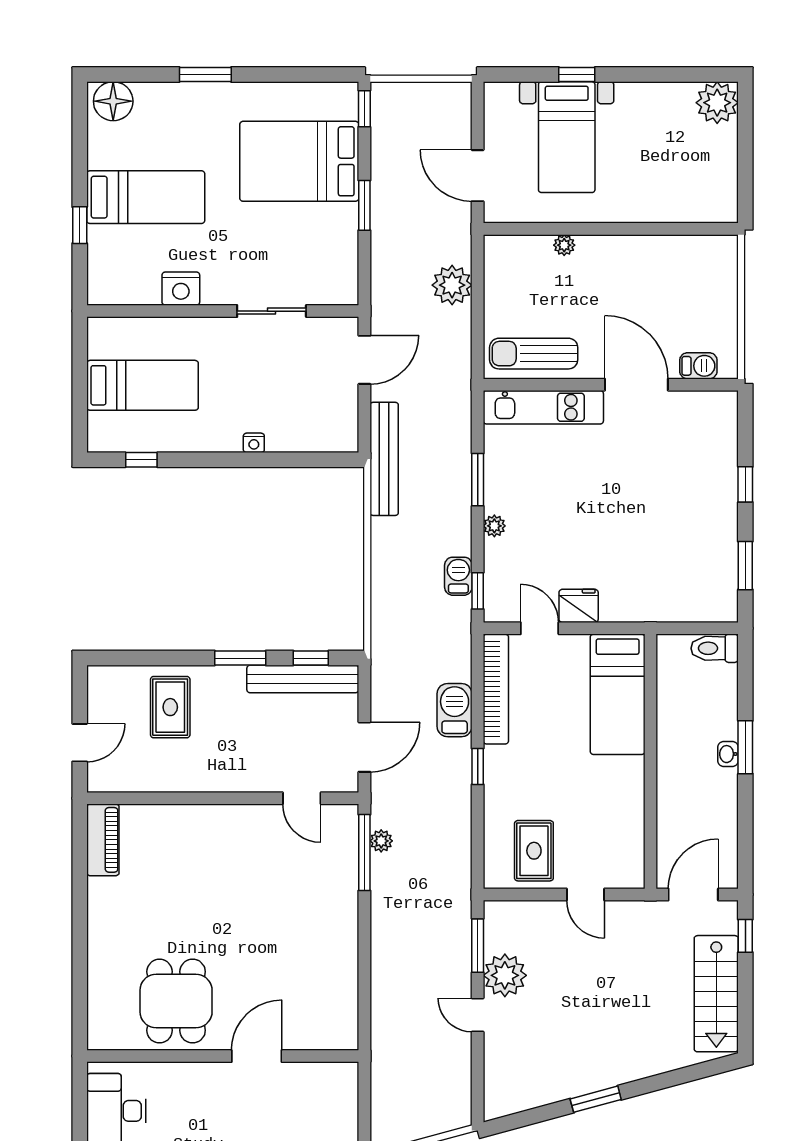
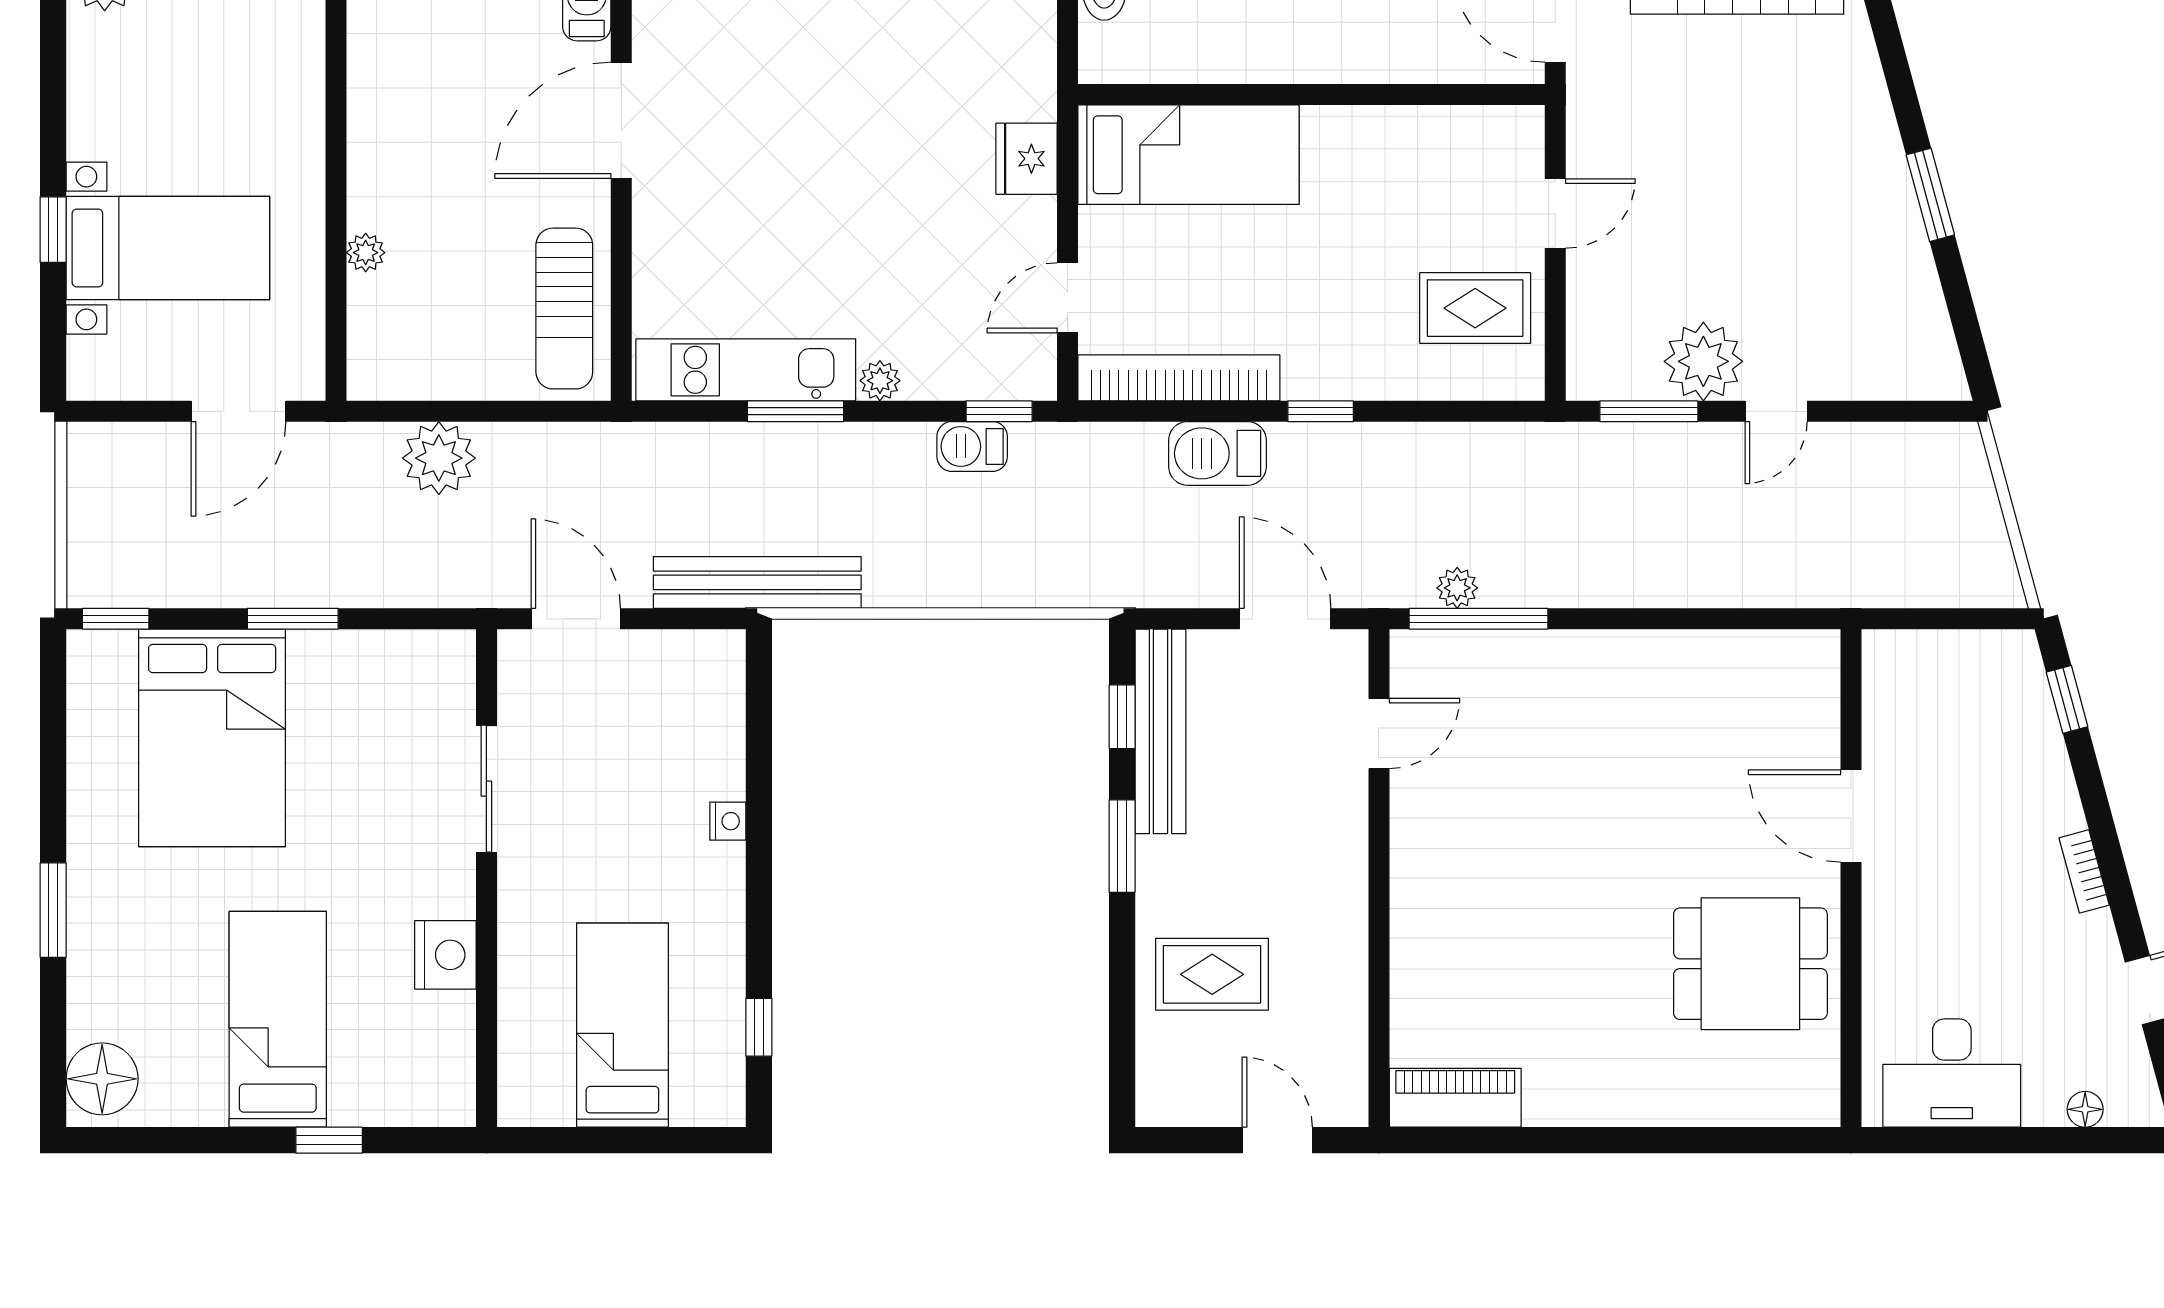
kitchen unit: (543, 407) -> (746, 370), moved, turned -90
fridge: (579, 606) -> (1027, 159), moved

